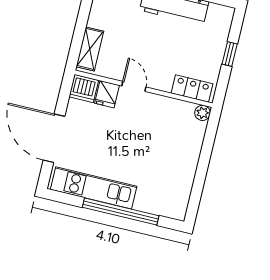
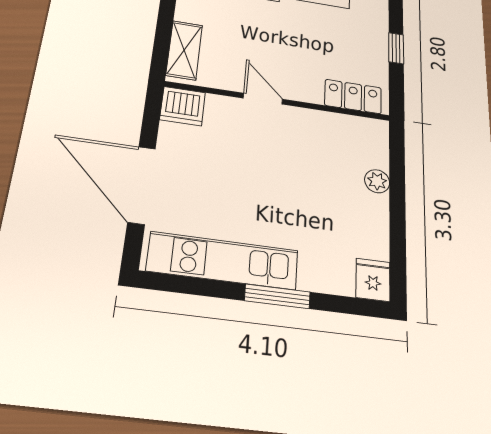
fridge: (107, 94) -> (373, 280), moved, turned 180
plant: (202, 113) -> (377, 181), moved
window: (121, 211) -> (277, 296), width x0.47

